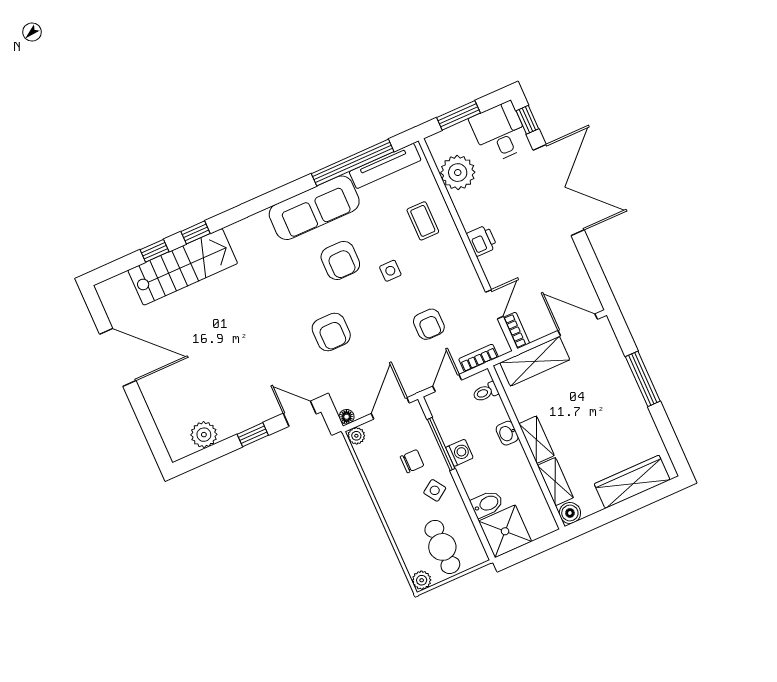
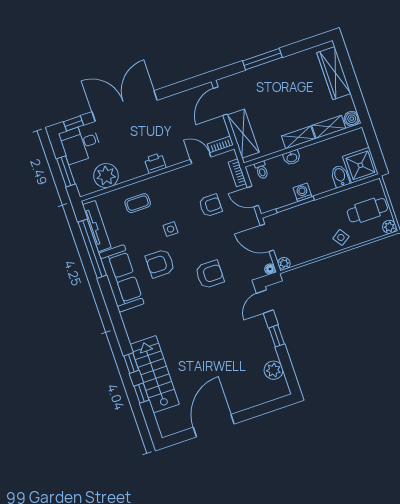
armchair: (340, 260) -> (160, 263), turned 180
chair: (412, 461) -> (305, 226), removed
side table: (435, 490) -> (341, 237), moved

